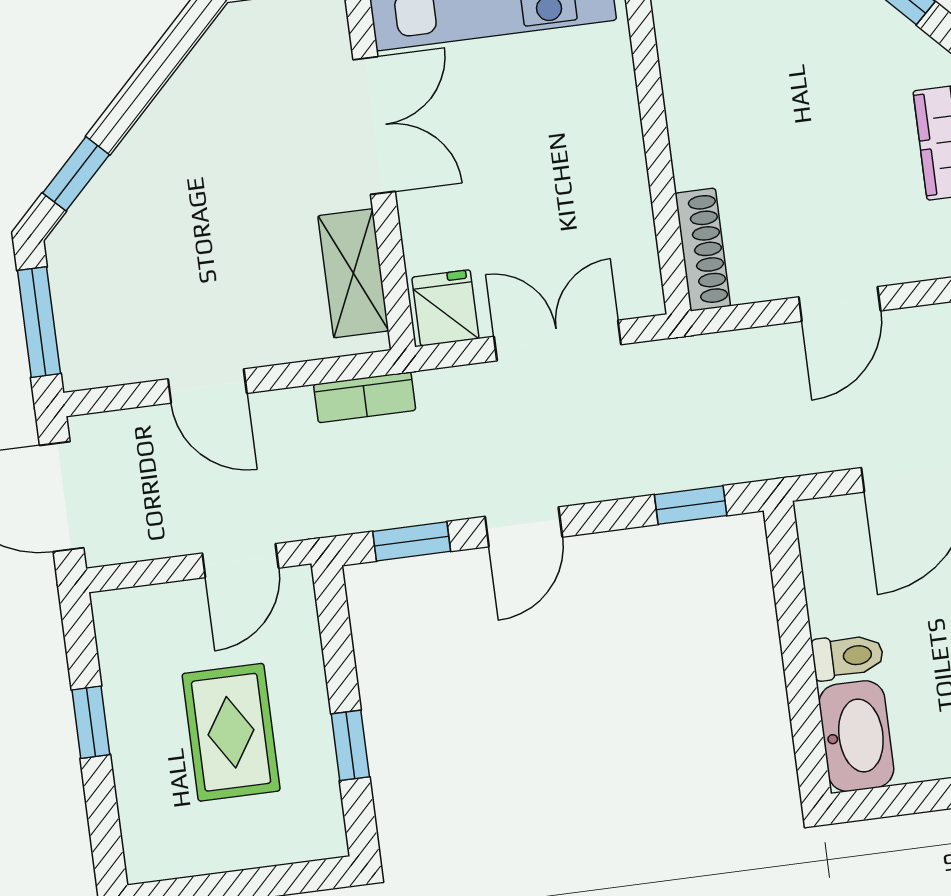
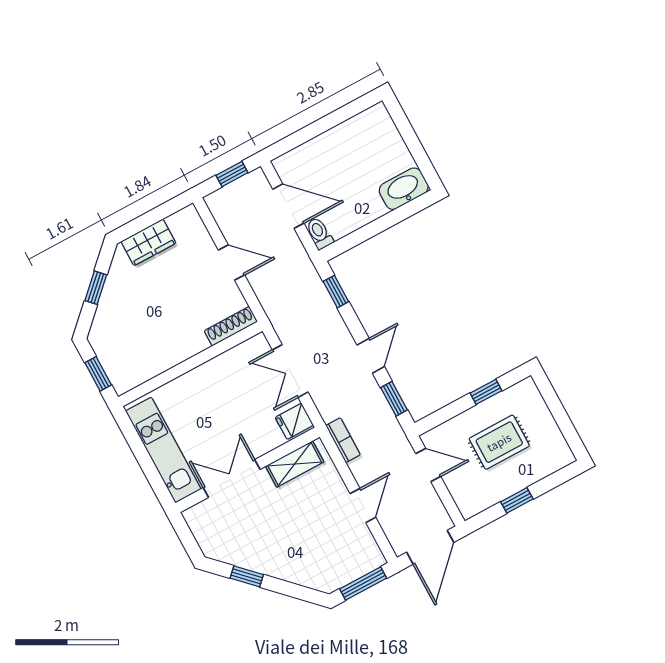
window: (76, 174) -> (247, 576), moved
door: (524, 527) -> (371, 356), hinge flipped
toilet: (848, 656) -> (319, 233), moved

